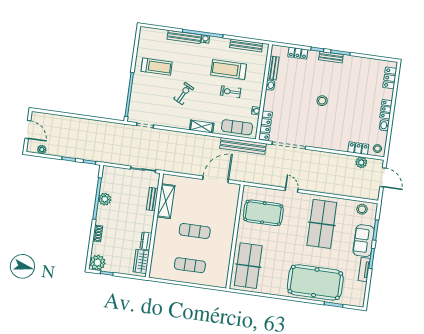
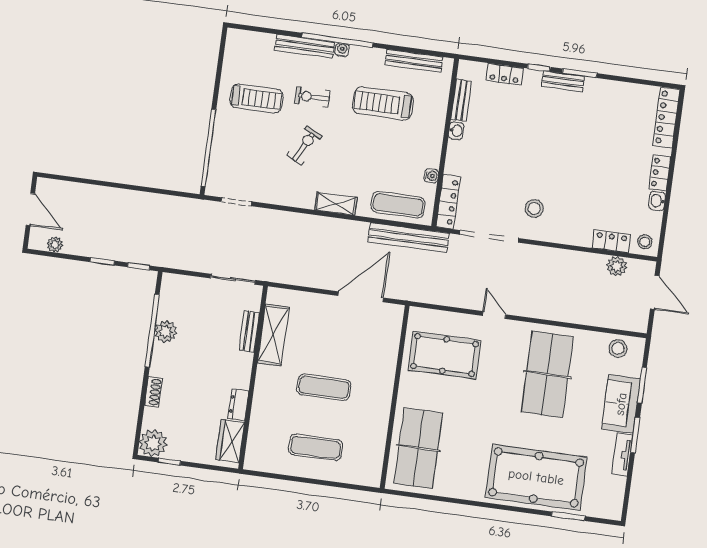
locker: (390, 78) -> (666, 118), width x1.53
exercise bike: (231, 92) -> (312, 97), moved
stool: (322, 101) -> (534, 208), moved

